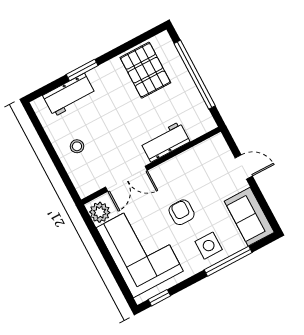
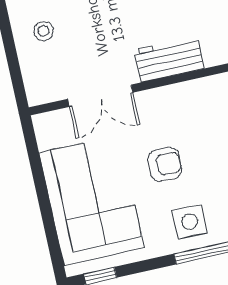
plant: (100, 212) -> (50, 132), removed
armchair: (182, 212) -> (165, 164), turned 90

